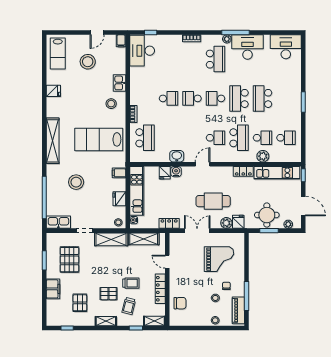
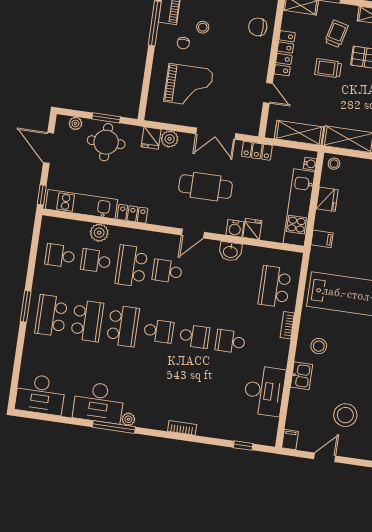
desk: (142, 51) -> (264, 391), moved
school desk: (216, 59) -> (51, 316), moved
cafe table: (213, 201) -> (206, 187), moved
grand piano: (219, 259) -> (189, 85), turned 180

